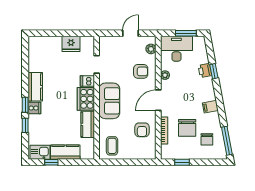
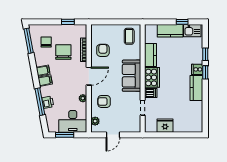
window: (214, 71) -> (40, 102), width x2.17
filing cabinet: (208, 95) -> (45, 81), added

